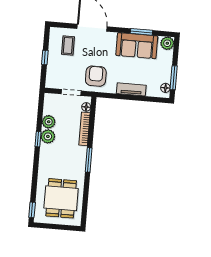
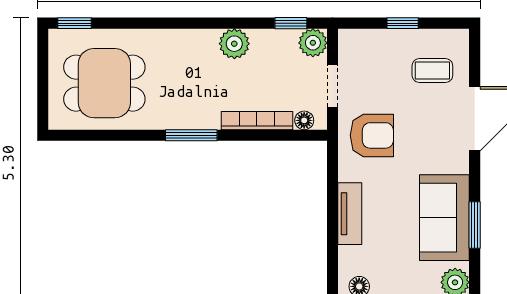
plant: (49, 122) -> (313, 43), moved
window: (38, 139) -> (291, 23), moved

